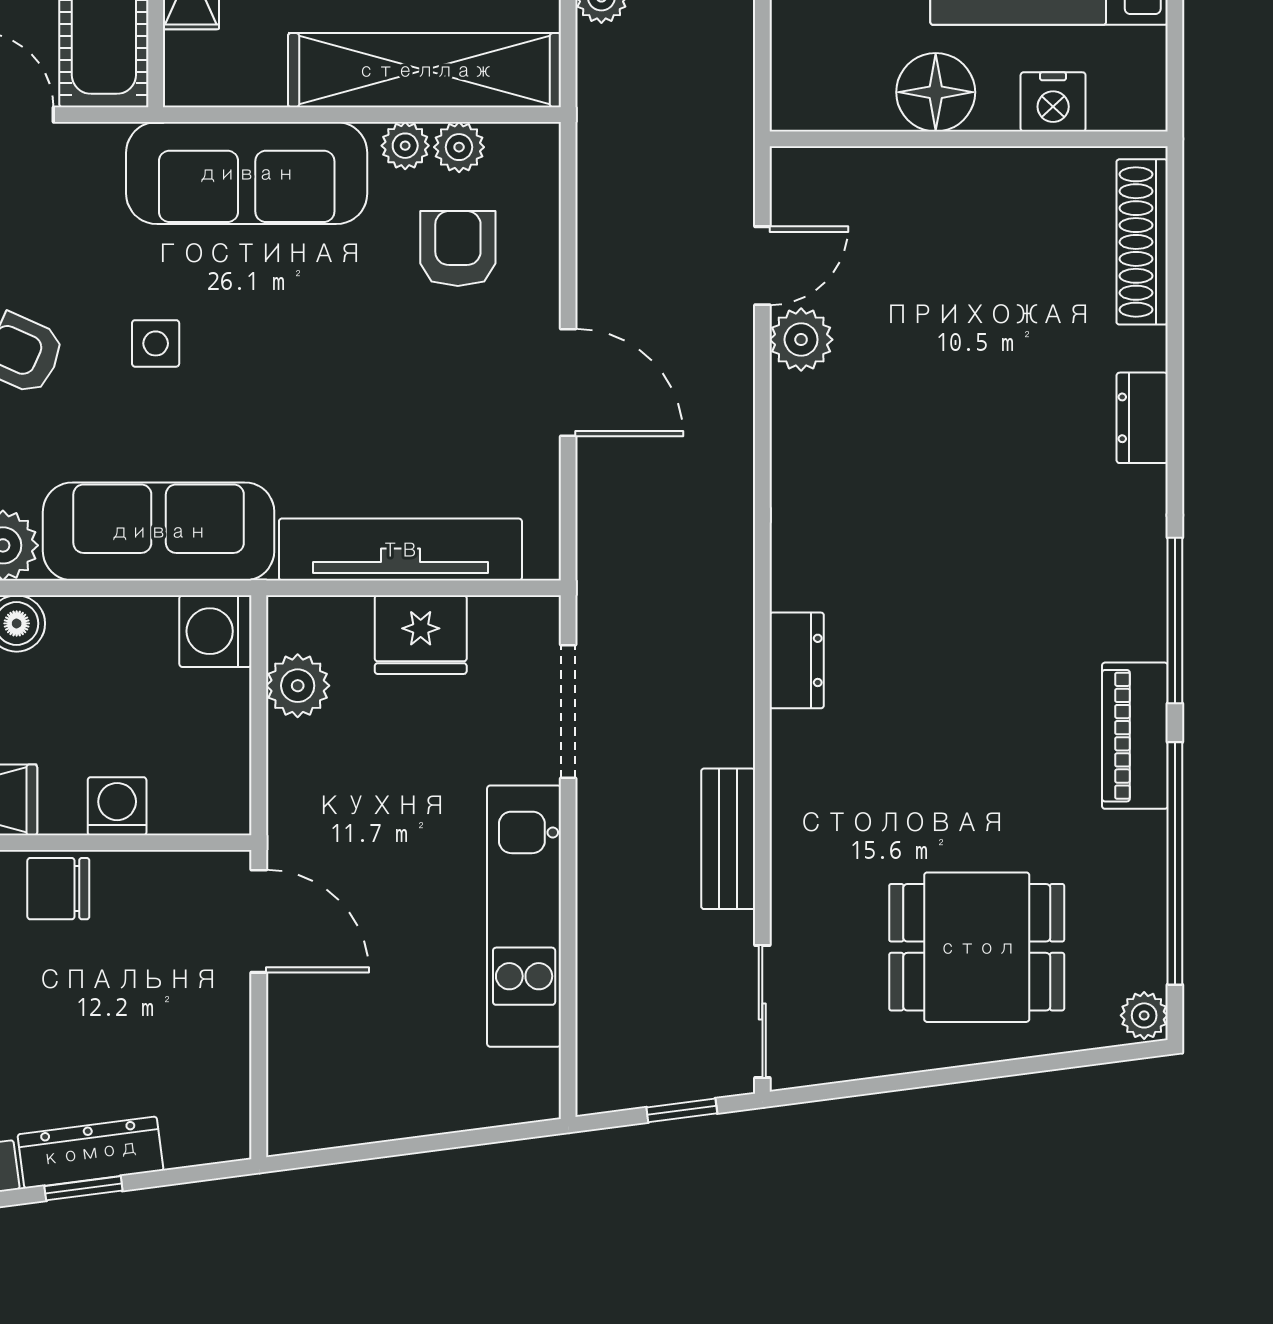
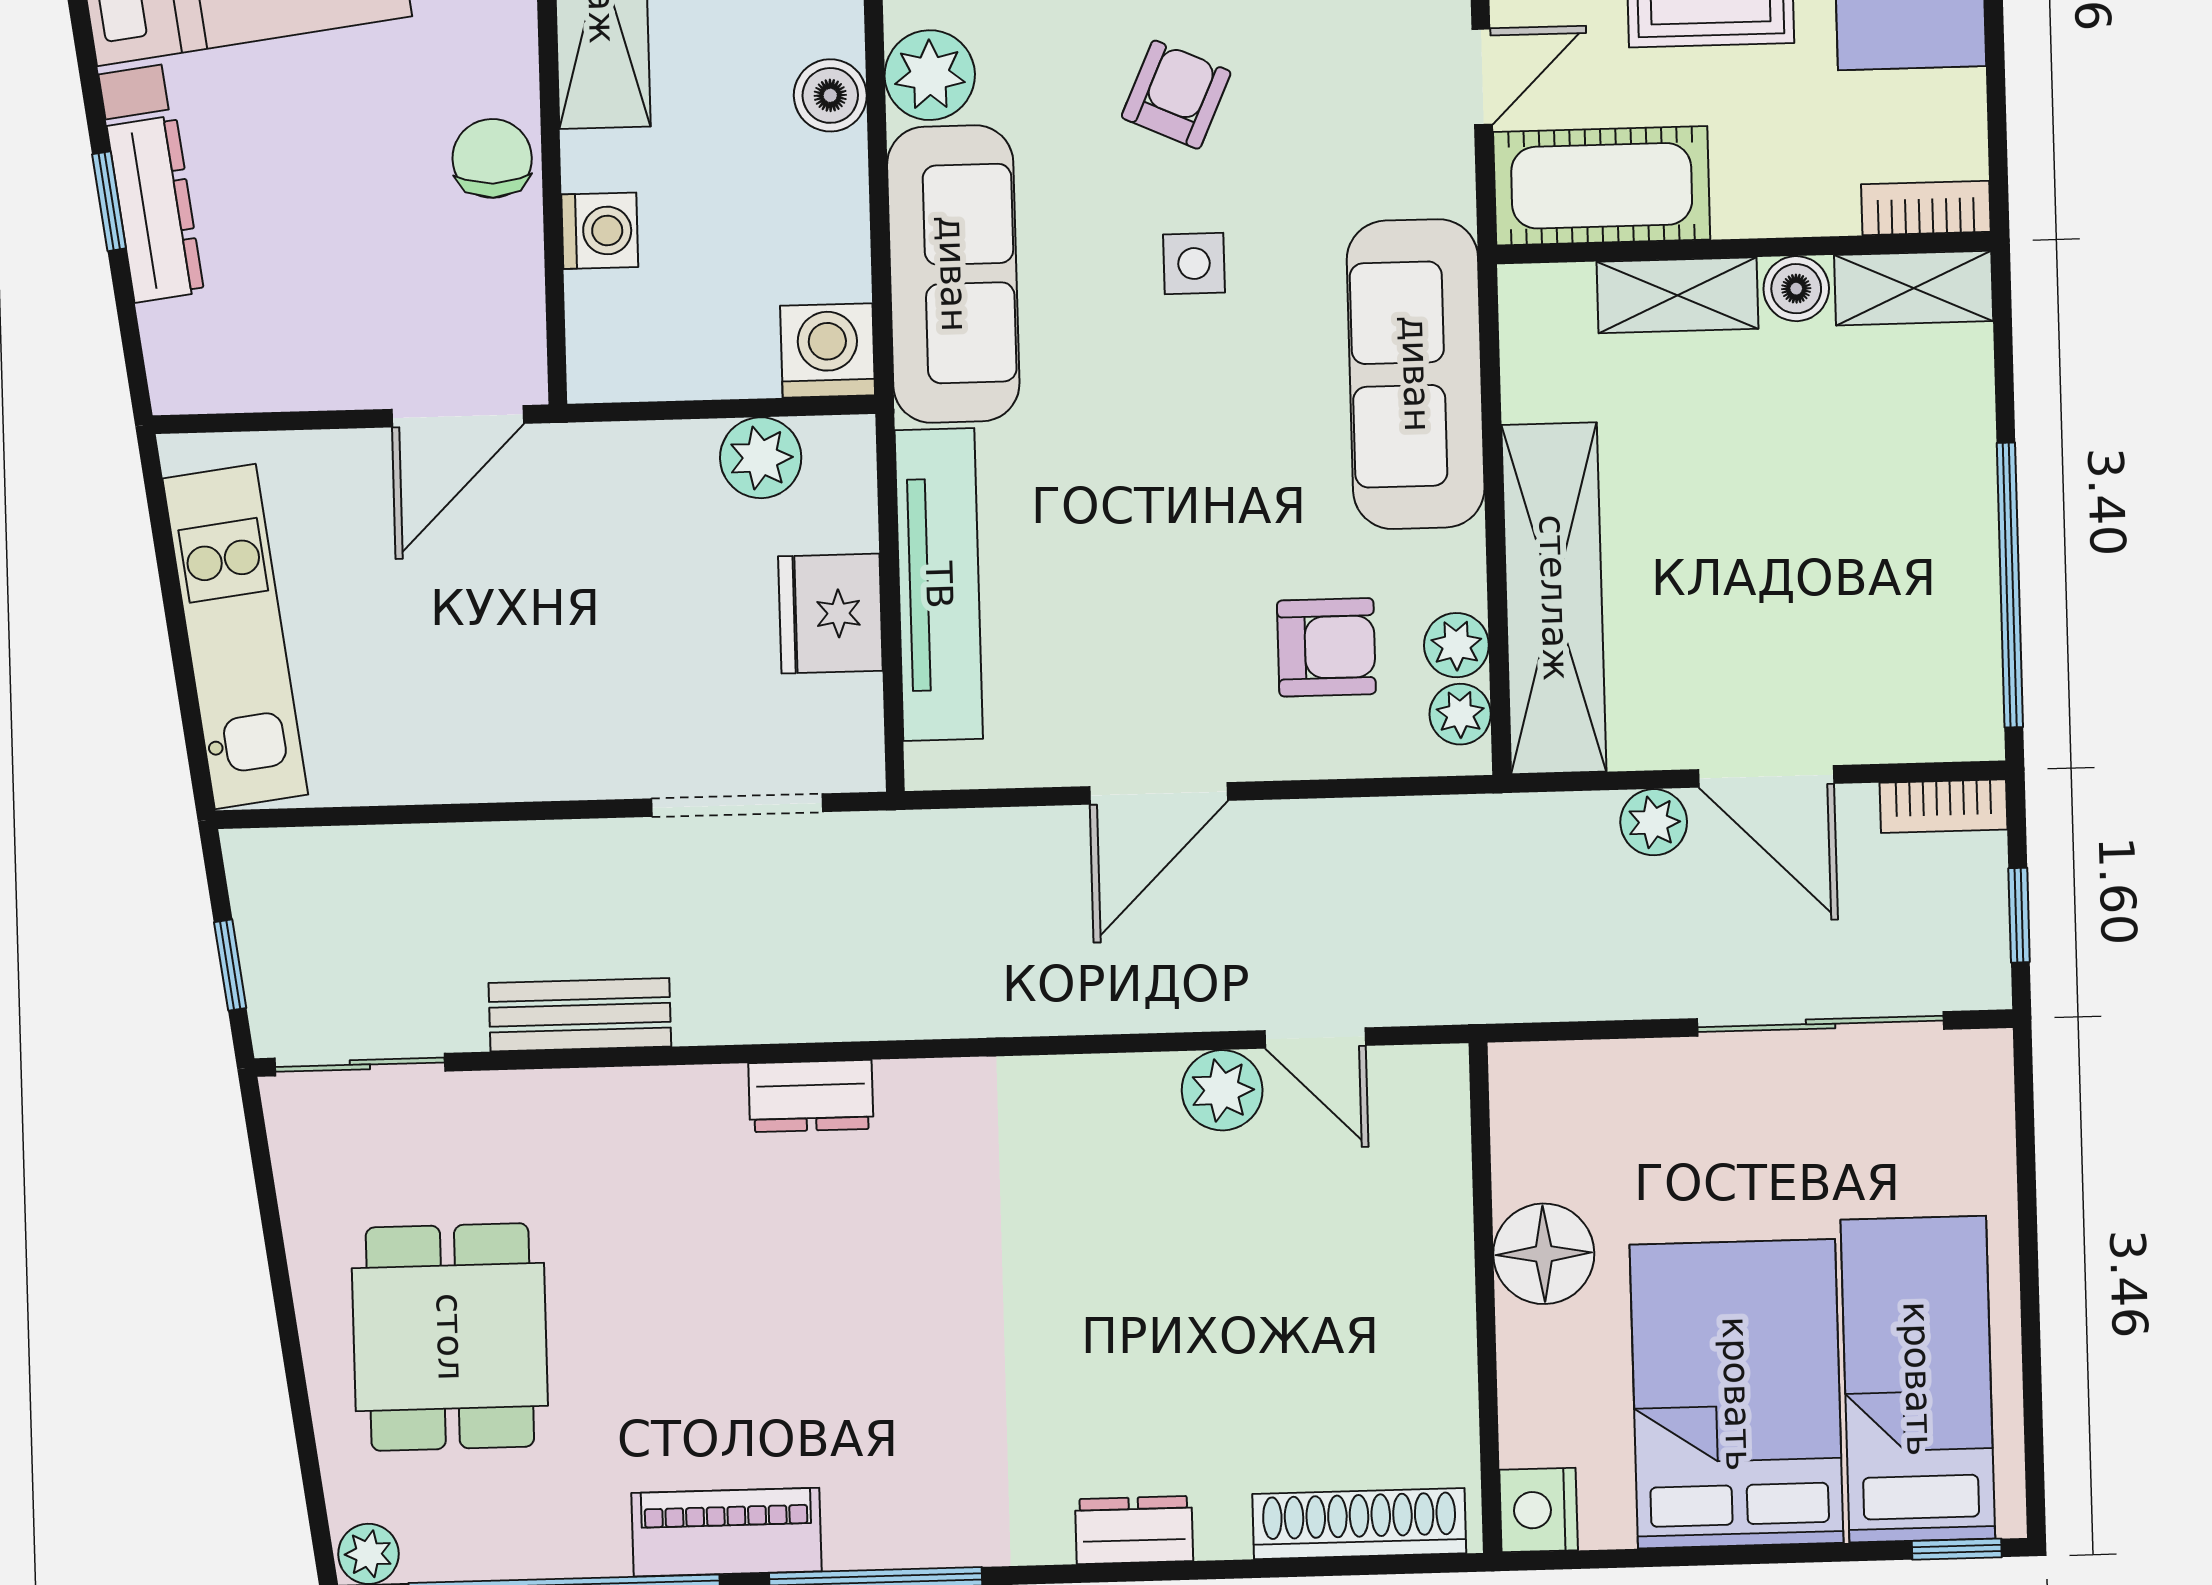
nightstand: (1053, 102) -> (1539, 1510), moved
plant: (405, 146) -> (1460, 714), moved
kitchen unit: (524, 916) -> (235, 636), moved, turned 83

